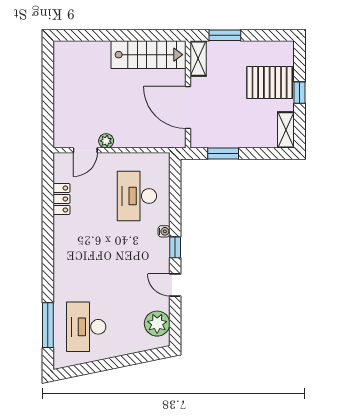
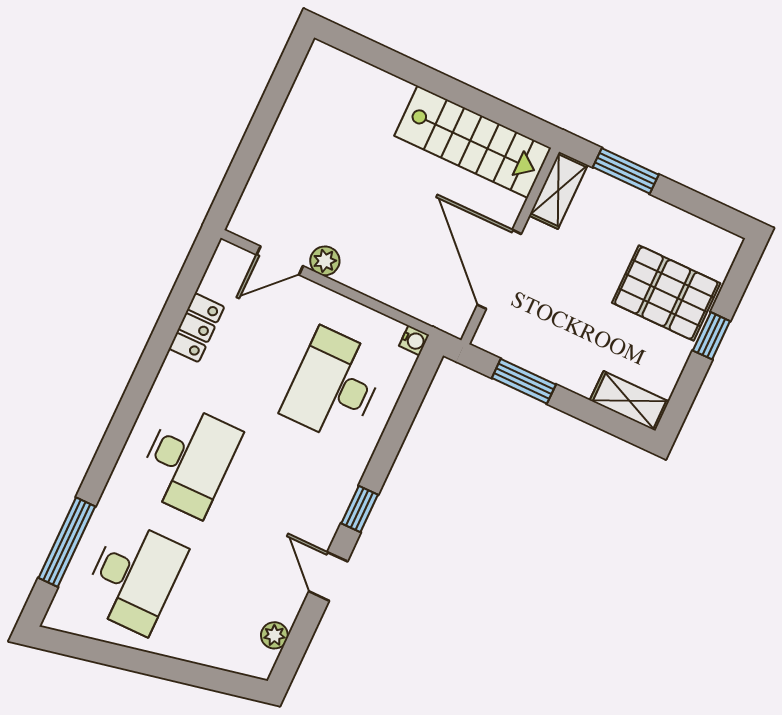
shelving: (286, 130) -> (629, 401), moved, turned 90
water cooler: (164, 231) -> (414, 340), moved
desk: (86, 261) -> (189, 460), added
plant: (157, 324) -> (274, 635), width x0.53, depth x0.53
desk: (86, 327) -> (134, 577), turned 180

